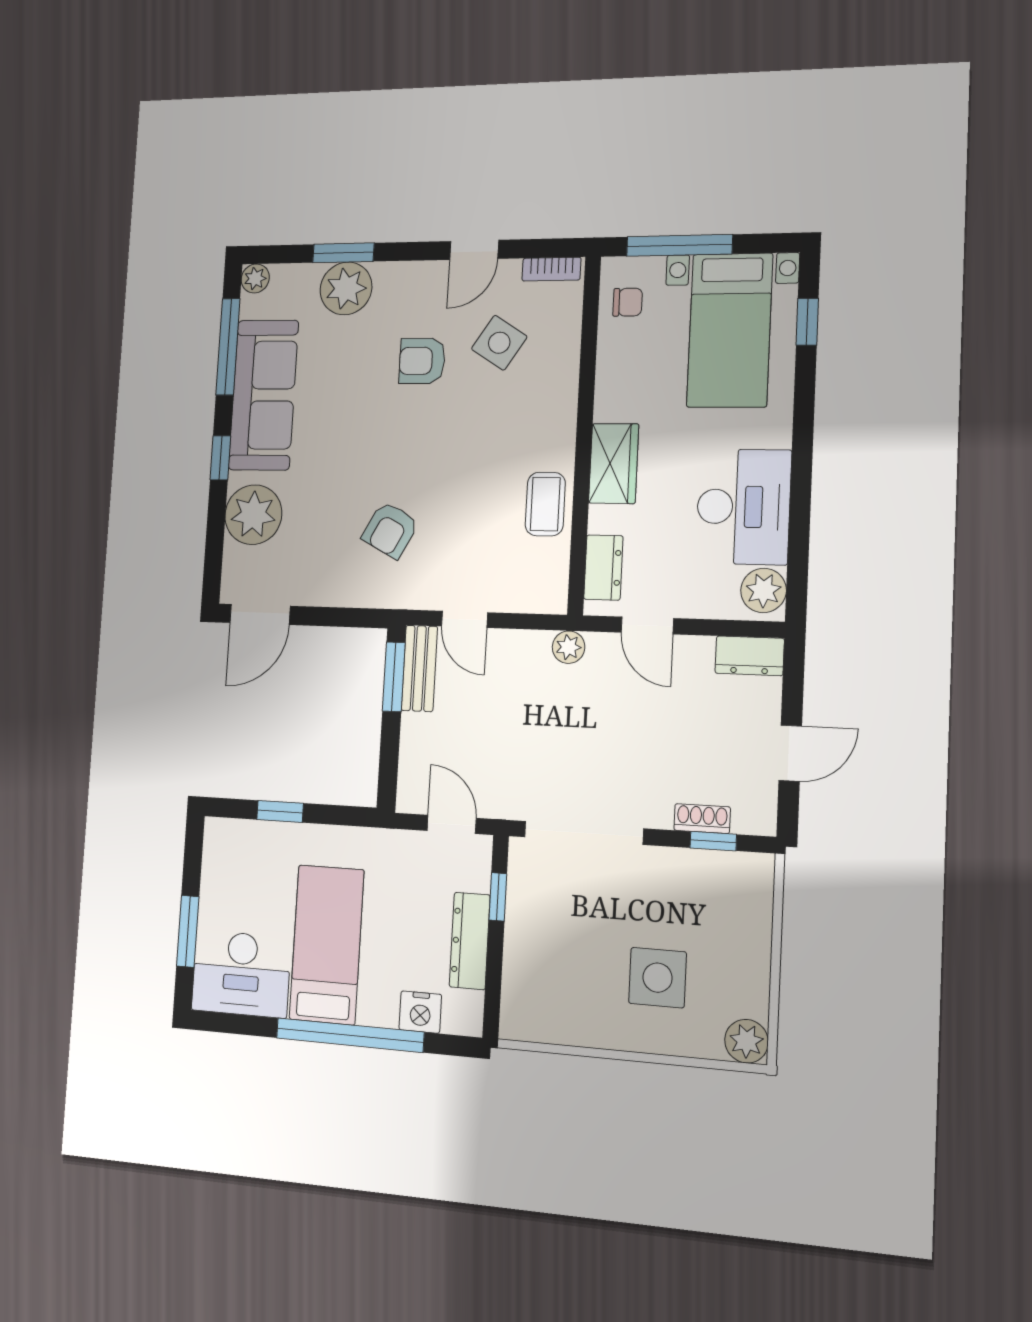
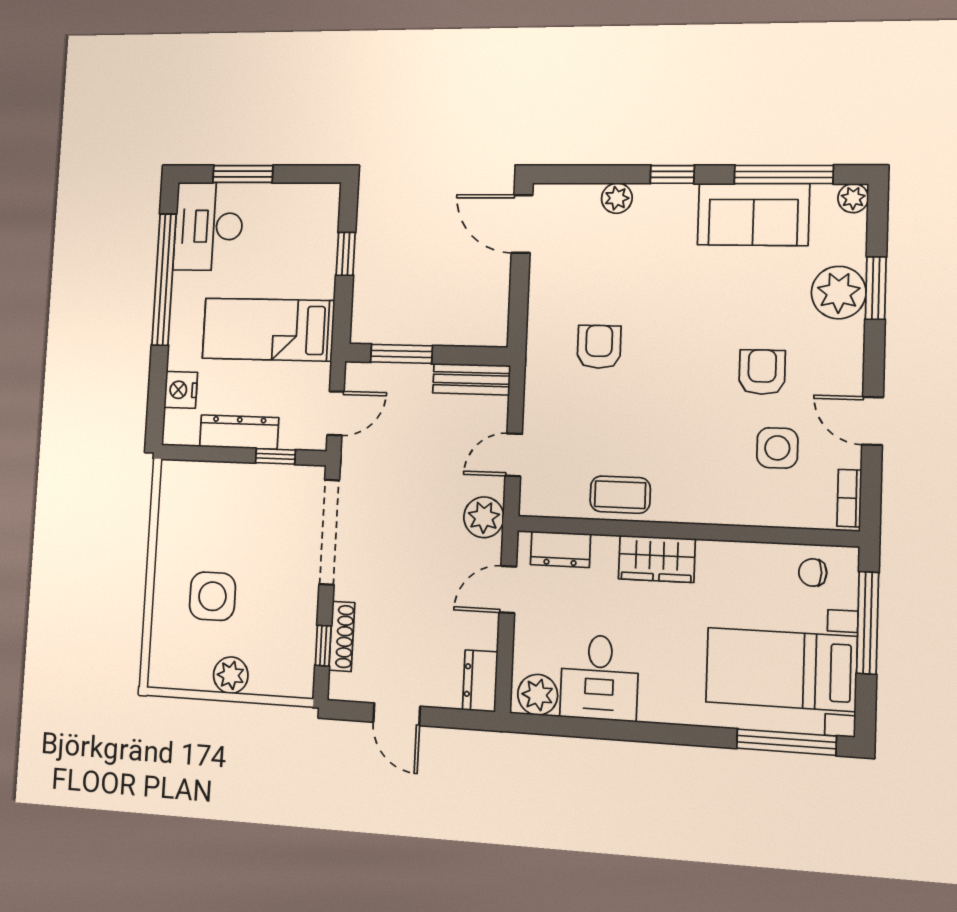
chair: (628, 302) -> (813, 573), turned 90
window: (807, 322) -> (786, 742), width x2.17
side table: (499, 343) -> (777, 448), turned -33
sofa: (263, 395) -> (753, 214), width x0.73
desk: (743, 507) -> (599, 677), width x0.73
plant: (253, 515) -> (617, 198), width x0.53, depth x0.53
armchair: (390, 530) -> (599, 347), turned 62
door: (464, 619) -> (514, 455), moved
plant: (569, 647) -> (484, 517), width x1.38, depth x1.38
window: (394, 677) -> (401, 354), moved
shoe rack: (702, 819) -> (342, 636), width x1.43
bed: (327, 945) -> (268, 329), moved, turned 180
window: (350, 1035) -> (164, 279), moved
plant: (747, 1041) -> (231, 675), moved

